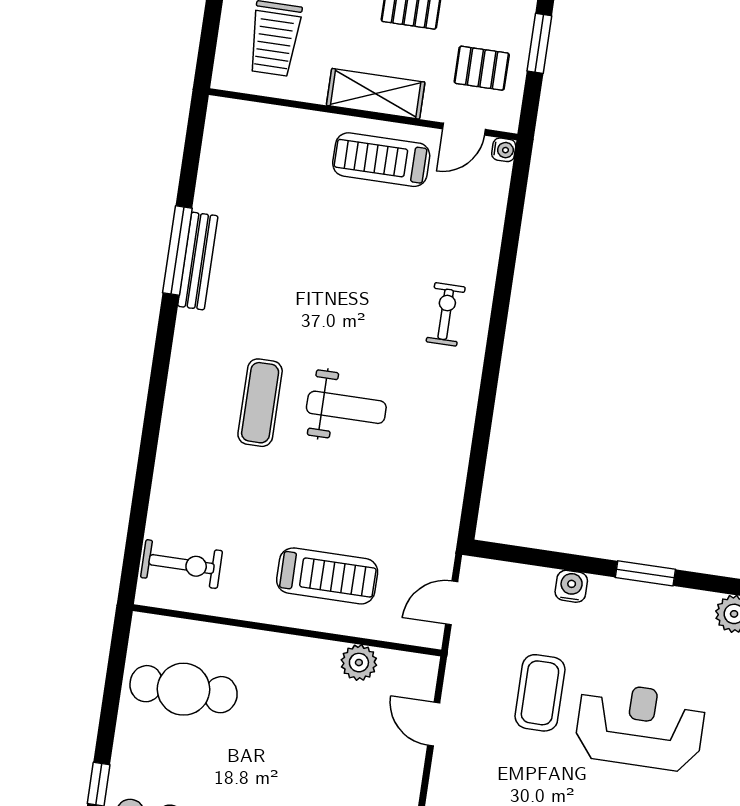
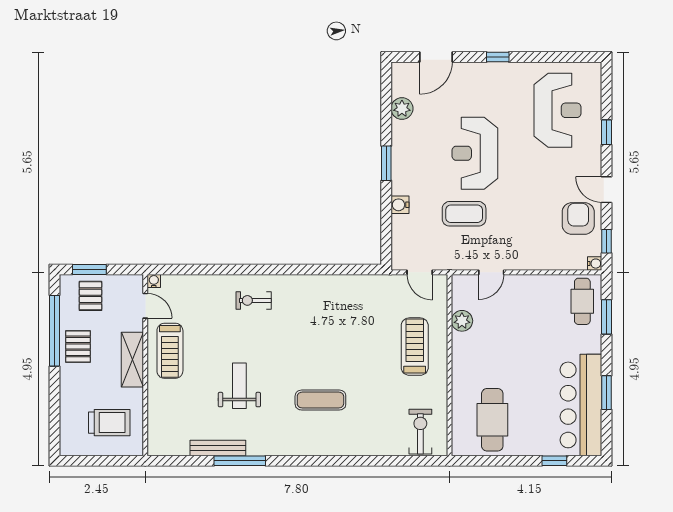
pallet: (482, 68) -> (90, 296), moved
bench: (198, 261) -> (218, 448), moved
weight bench: (346, 407) -> (239, 386), moved

